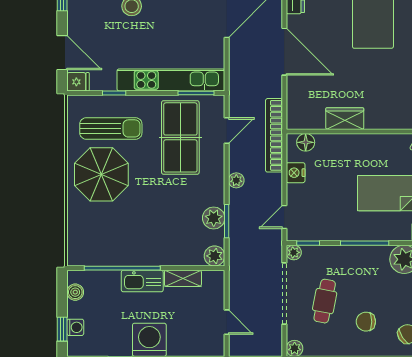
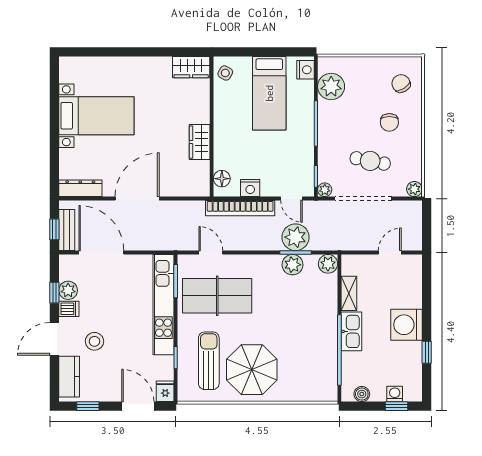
door: (62, 53) -> (138, 406), hinge flipped
bookcase: (274, 135) -> (240, 208), moved
plant: (236, 180) -> (296, 237), moved, width x1.88, depth x1.88

